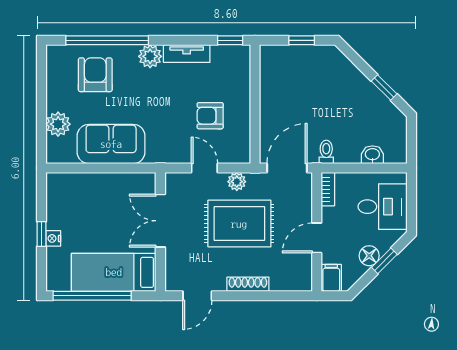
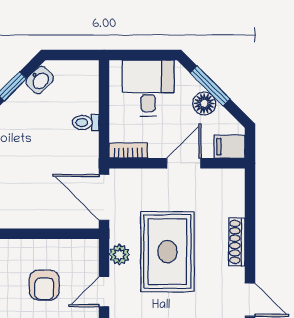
toilet: (326, 152) -> (86, 122), moved
washbasin: (372, 155) -> (40, 80), moved, turned -135
door: (317, 238) -> (184, 163), swing flipped
window: (384, 261) -> (210, 86), width x1.50

